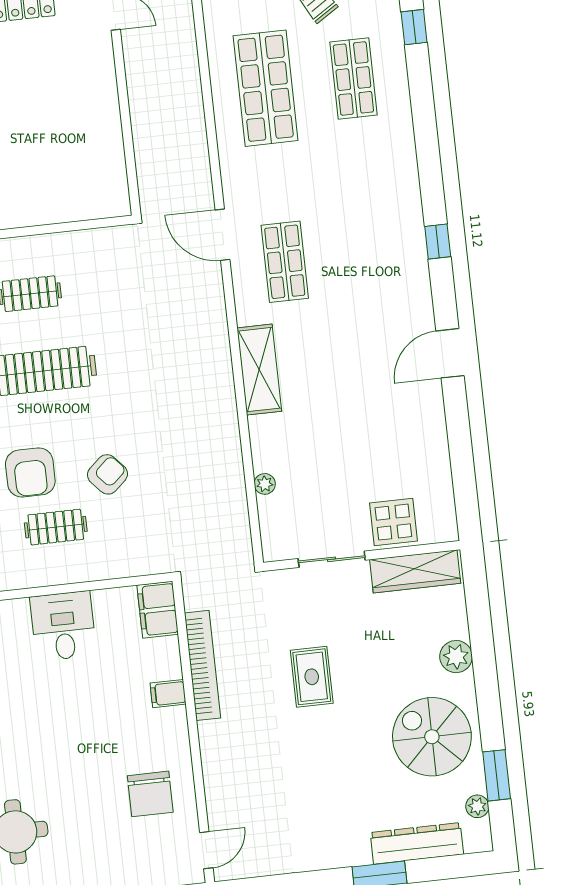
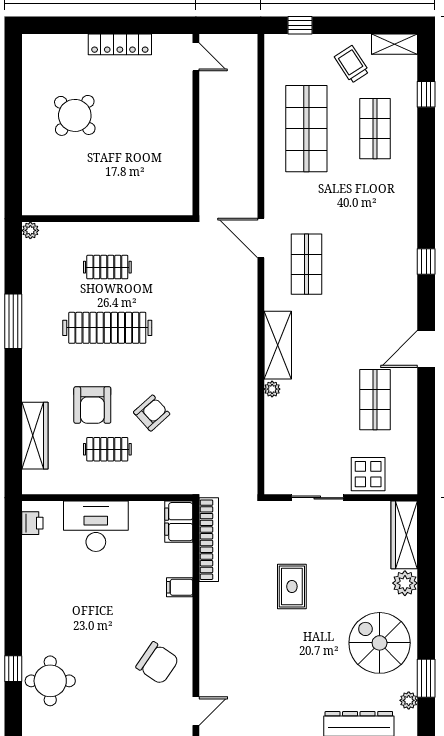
shop shelf: (392, 426) -> (375, 400), added
plant: (265, 484) -> (272, 389), moved
wardrobe: (415, 571) -> (404, 535), moved, turned 90
desk: (63, 626) -> (96, 526), width x1.37
bookcase: (203, 665) -> (209, 540), moved
chair: (150, 794) -> (157, 663), turned -56

